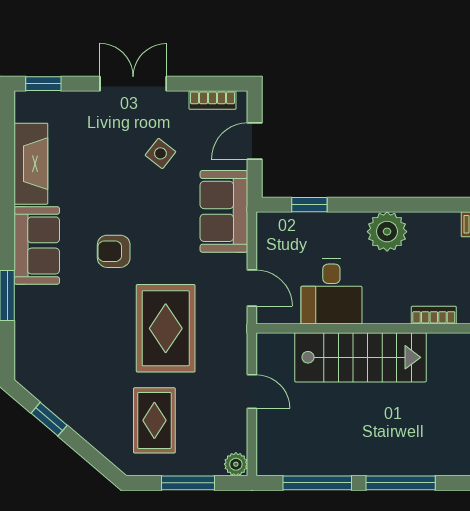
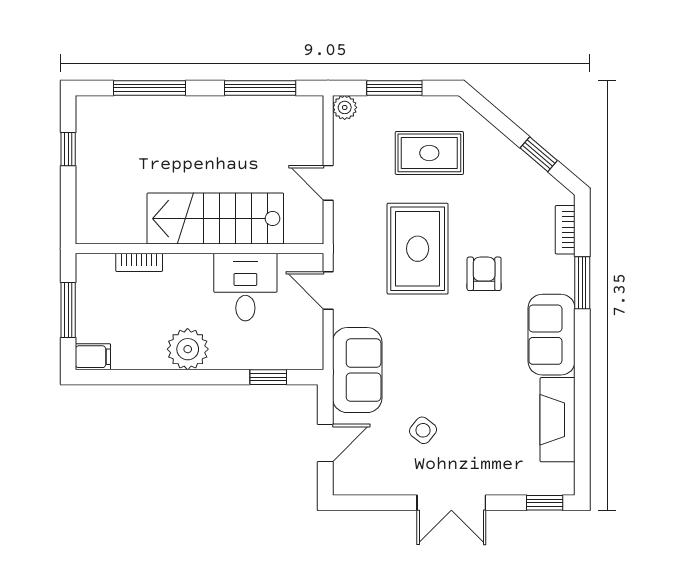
bookcase: (213, 100) -> (565, 230), moved, turned -90
armchair: (114, 251) -> (484, 274), moved, turned -90
rug: (154, 420) -> (429, 153), turned 90
window: (401, 483) -> (150, 88), moved

